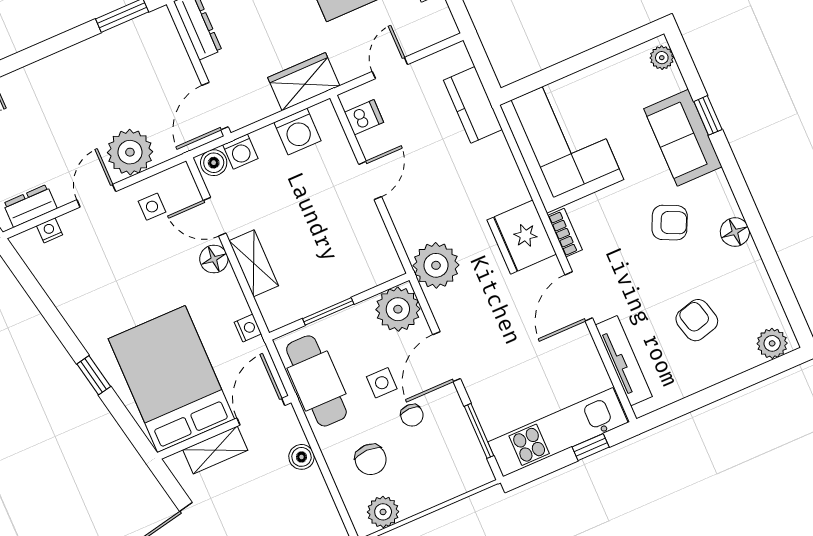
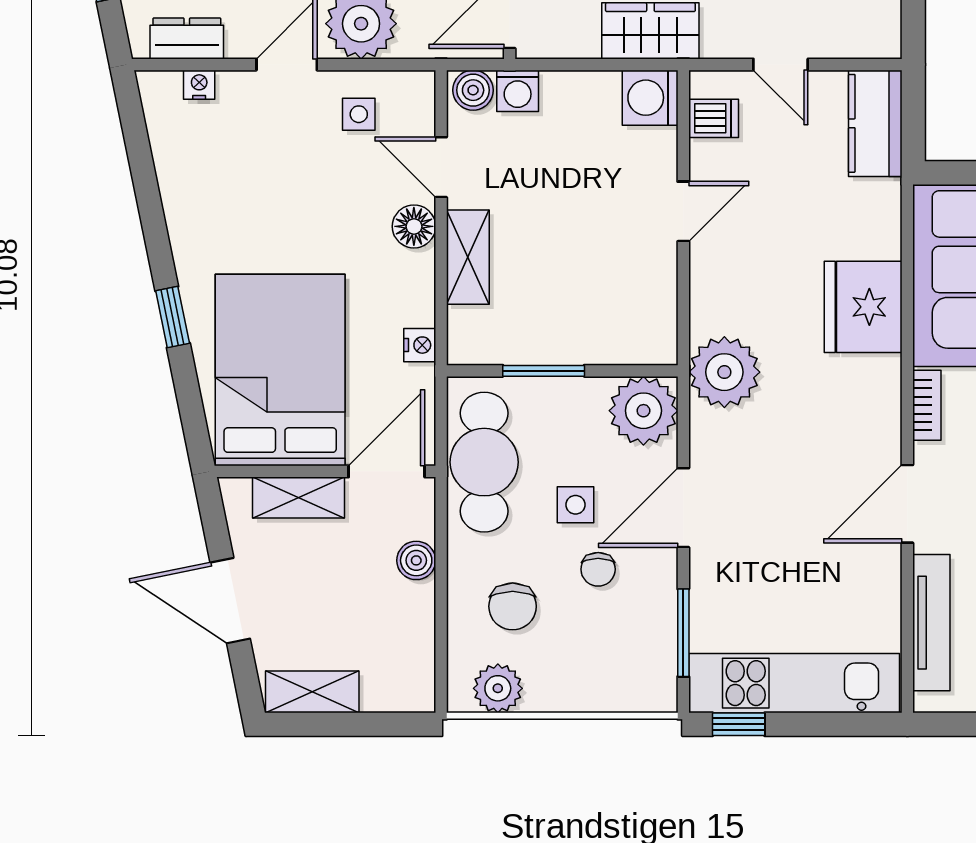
door: (390, 68) -> (781, 65), swing flipped
kitchen counter: (473, 105) -> (875, 123), moved
washing machine: (298, 132) -> (650, 98), moved, turned 90
fridge: (522, 237) -> (863, 307), moved
window: (591, 447) -> (739, 724), moved

